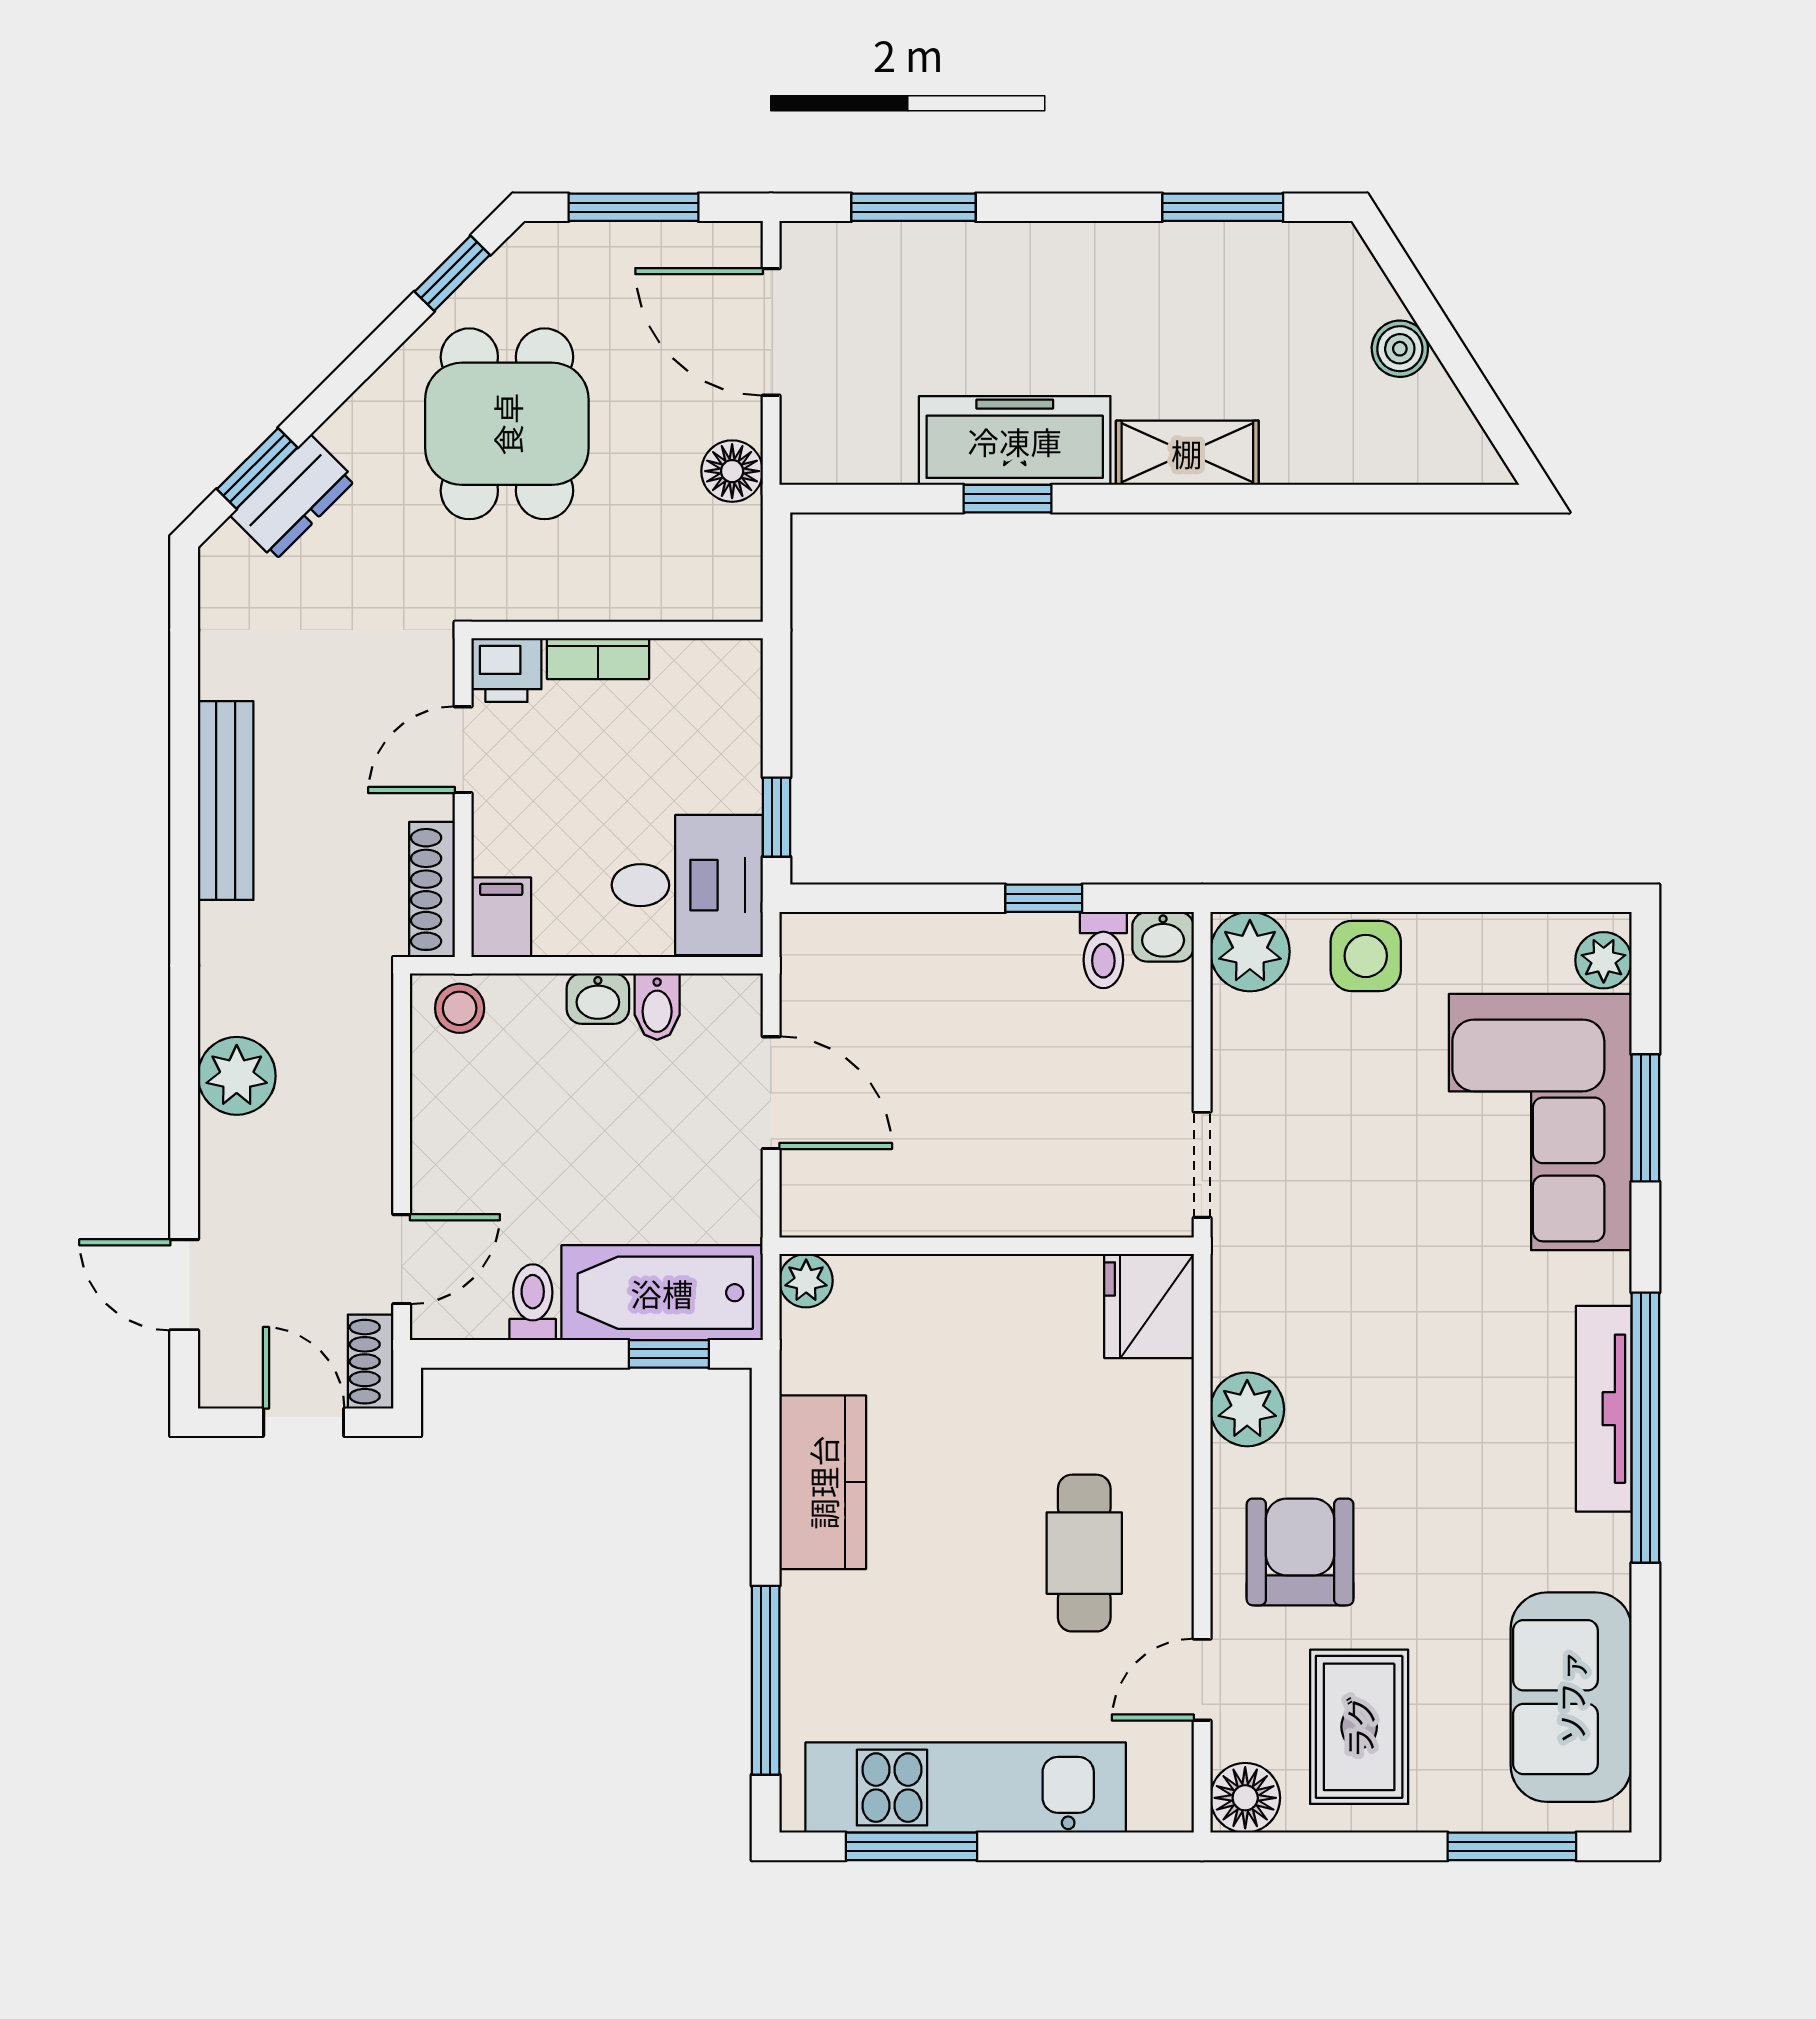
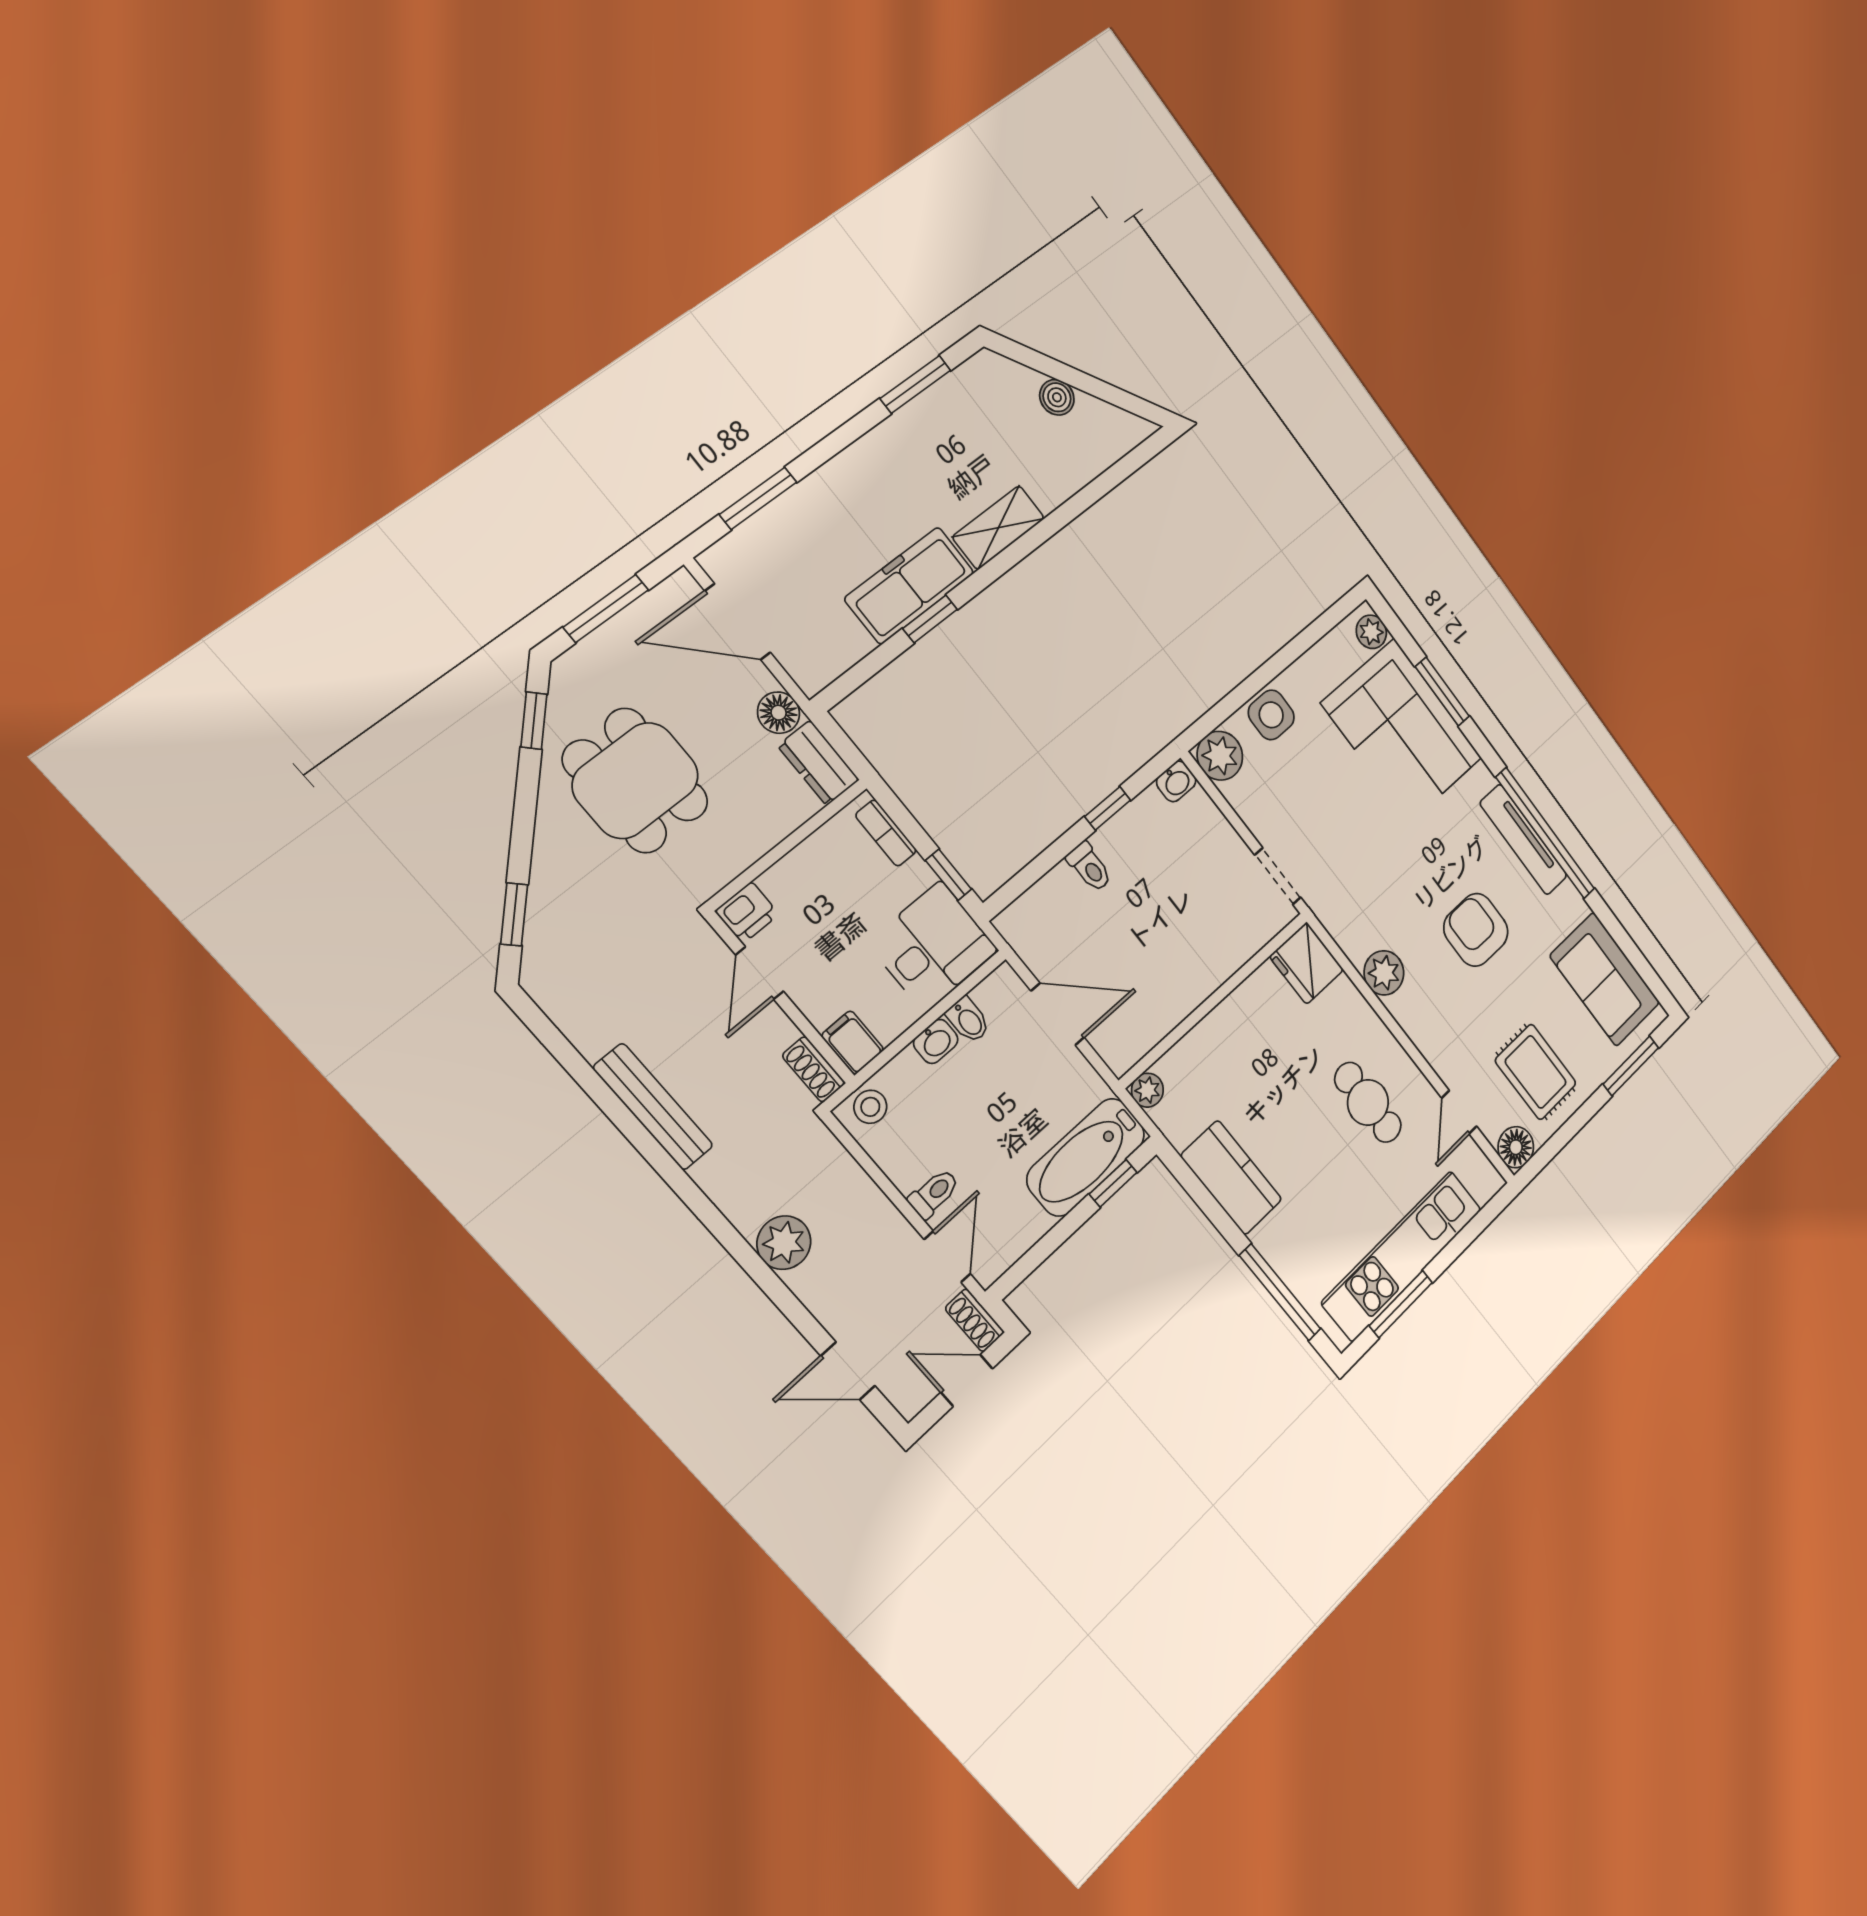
dresser: (293, 498) -> (819, 763), moved, turned 135
bookcase: (598, 659) -> (886, 833), moved, turned 90
shoe rack: (432, 889) -> (814, 1069), width x0.70
toilet: (1103, 950) -> (1089, 867), moved
toilet: (533, 1302) -> (934, 1193), moved, turned 90
armchair: (1300, 1552) -> (1476, 930), moved

